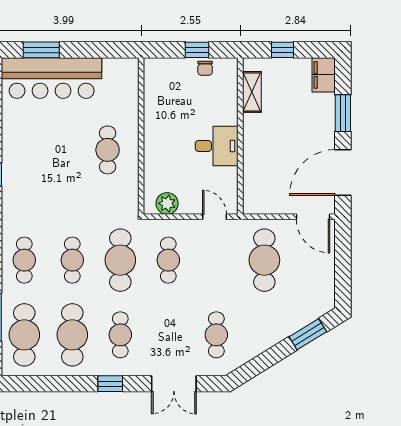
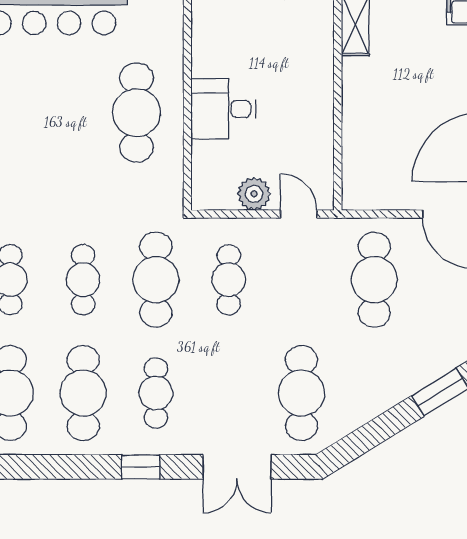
desk: (217, 146) -> (223, 109), moved, turned 180
cafe table: (108, 150) -> (137, 113), width x1.37, depth x1.35
plant: (167, 203) -> (254, 194), moved
cafe table: (216, 335) -> (301, 393), width x1.37, depth x1.35

